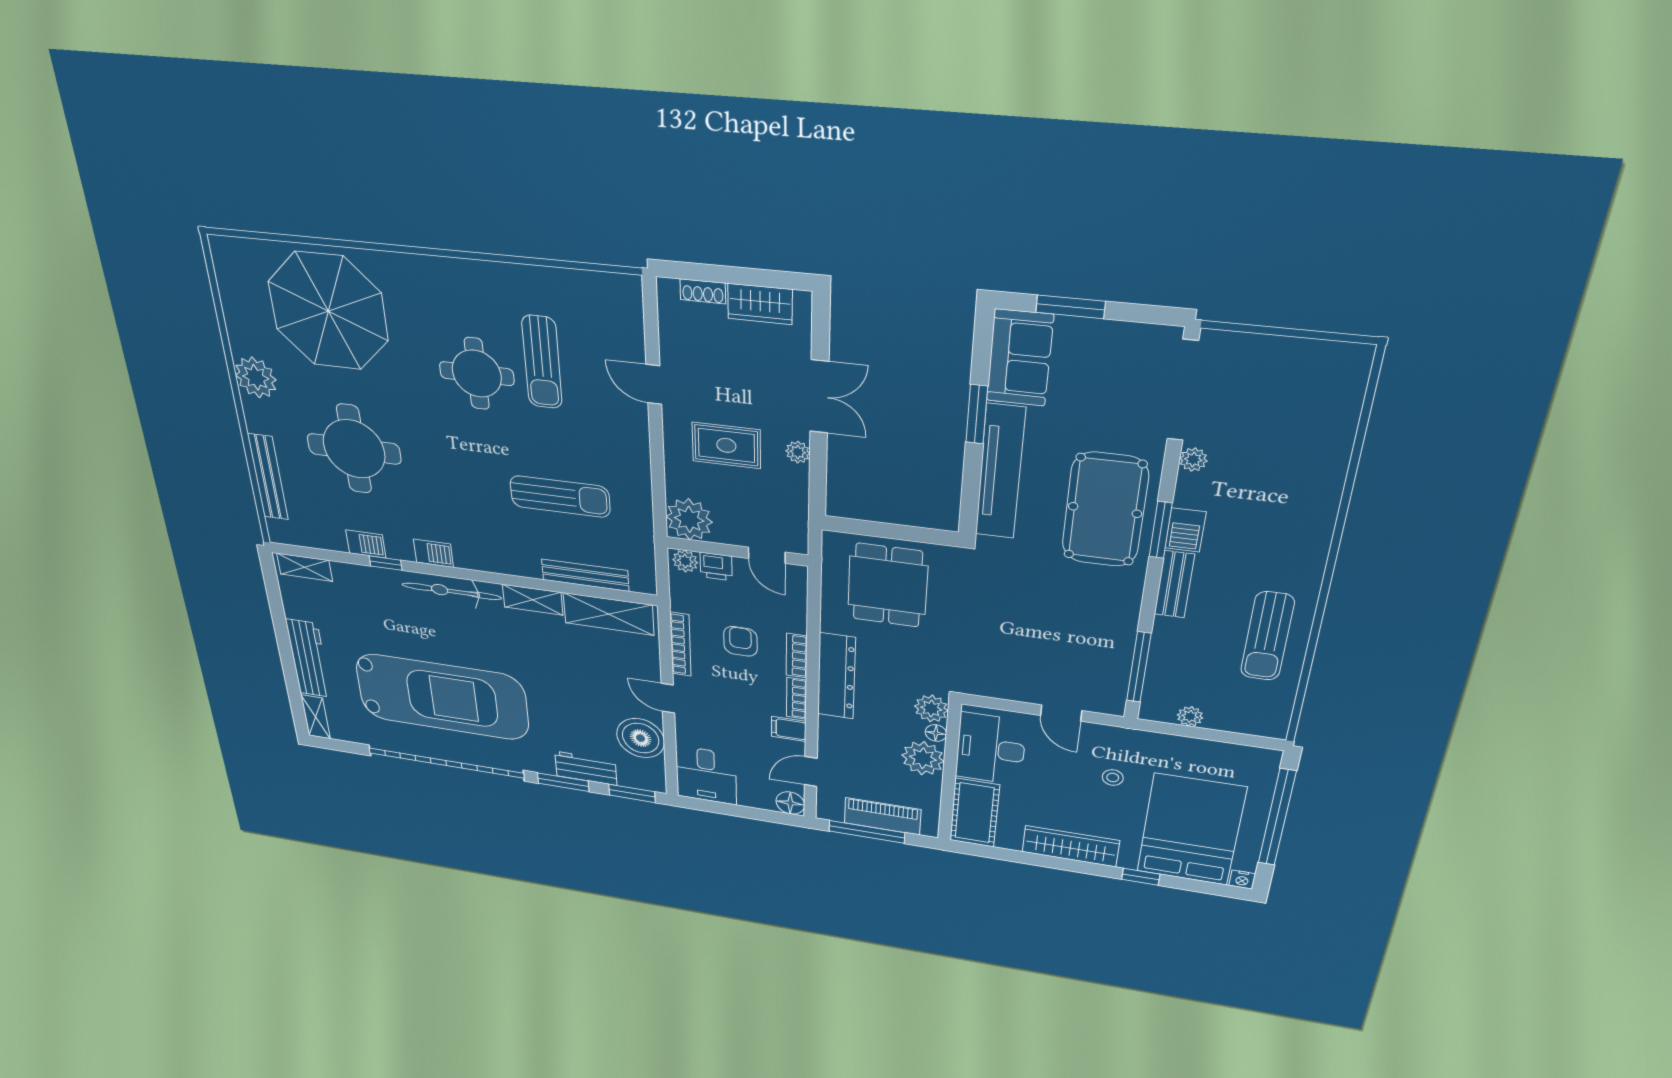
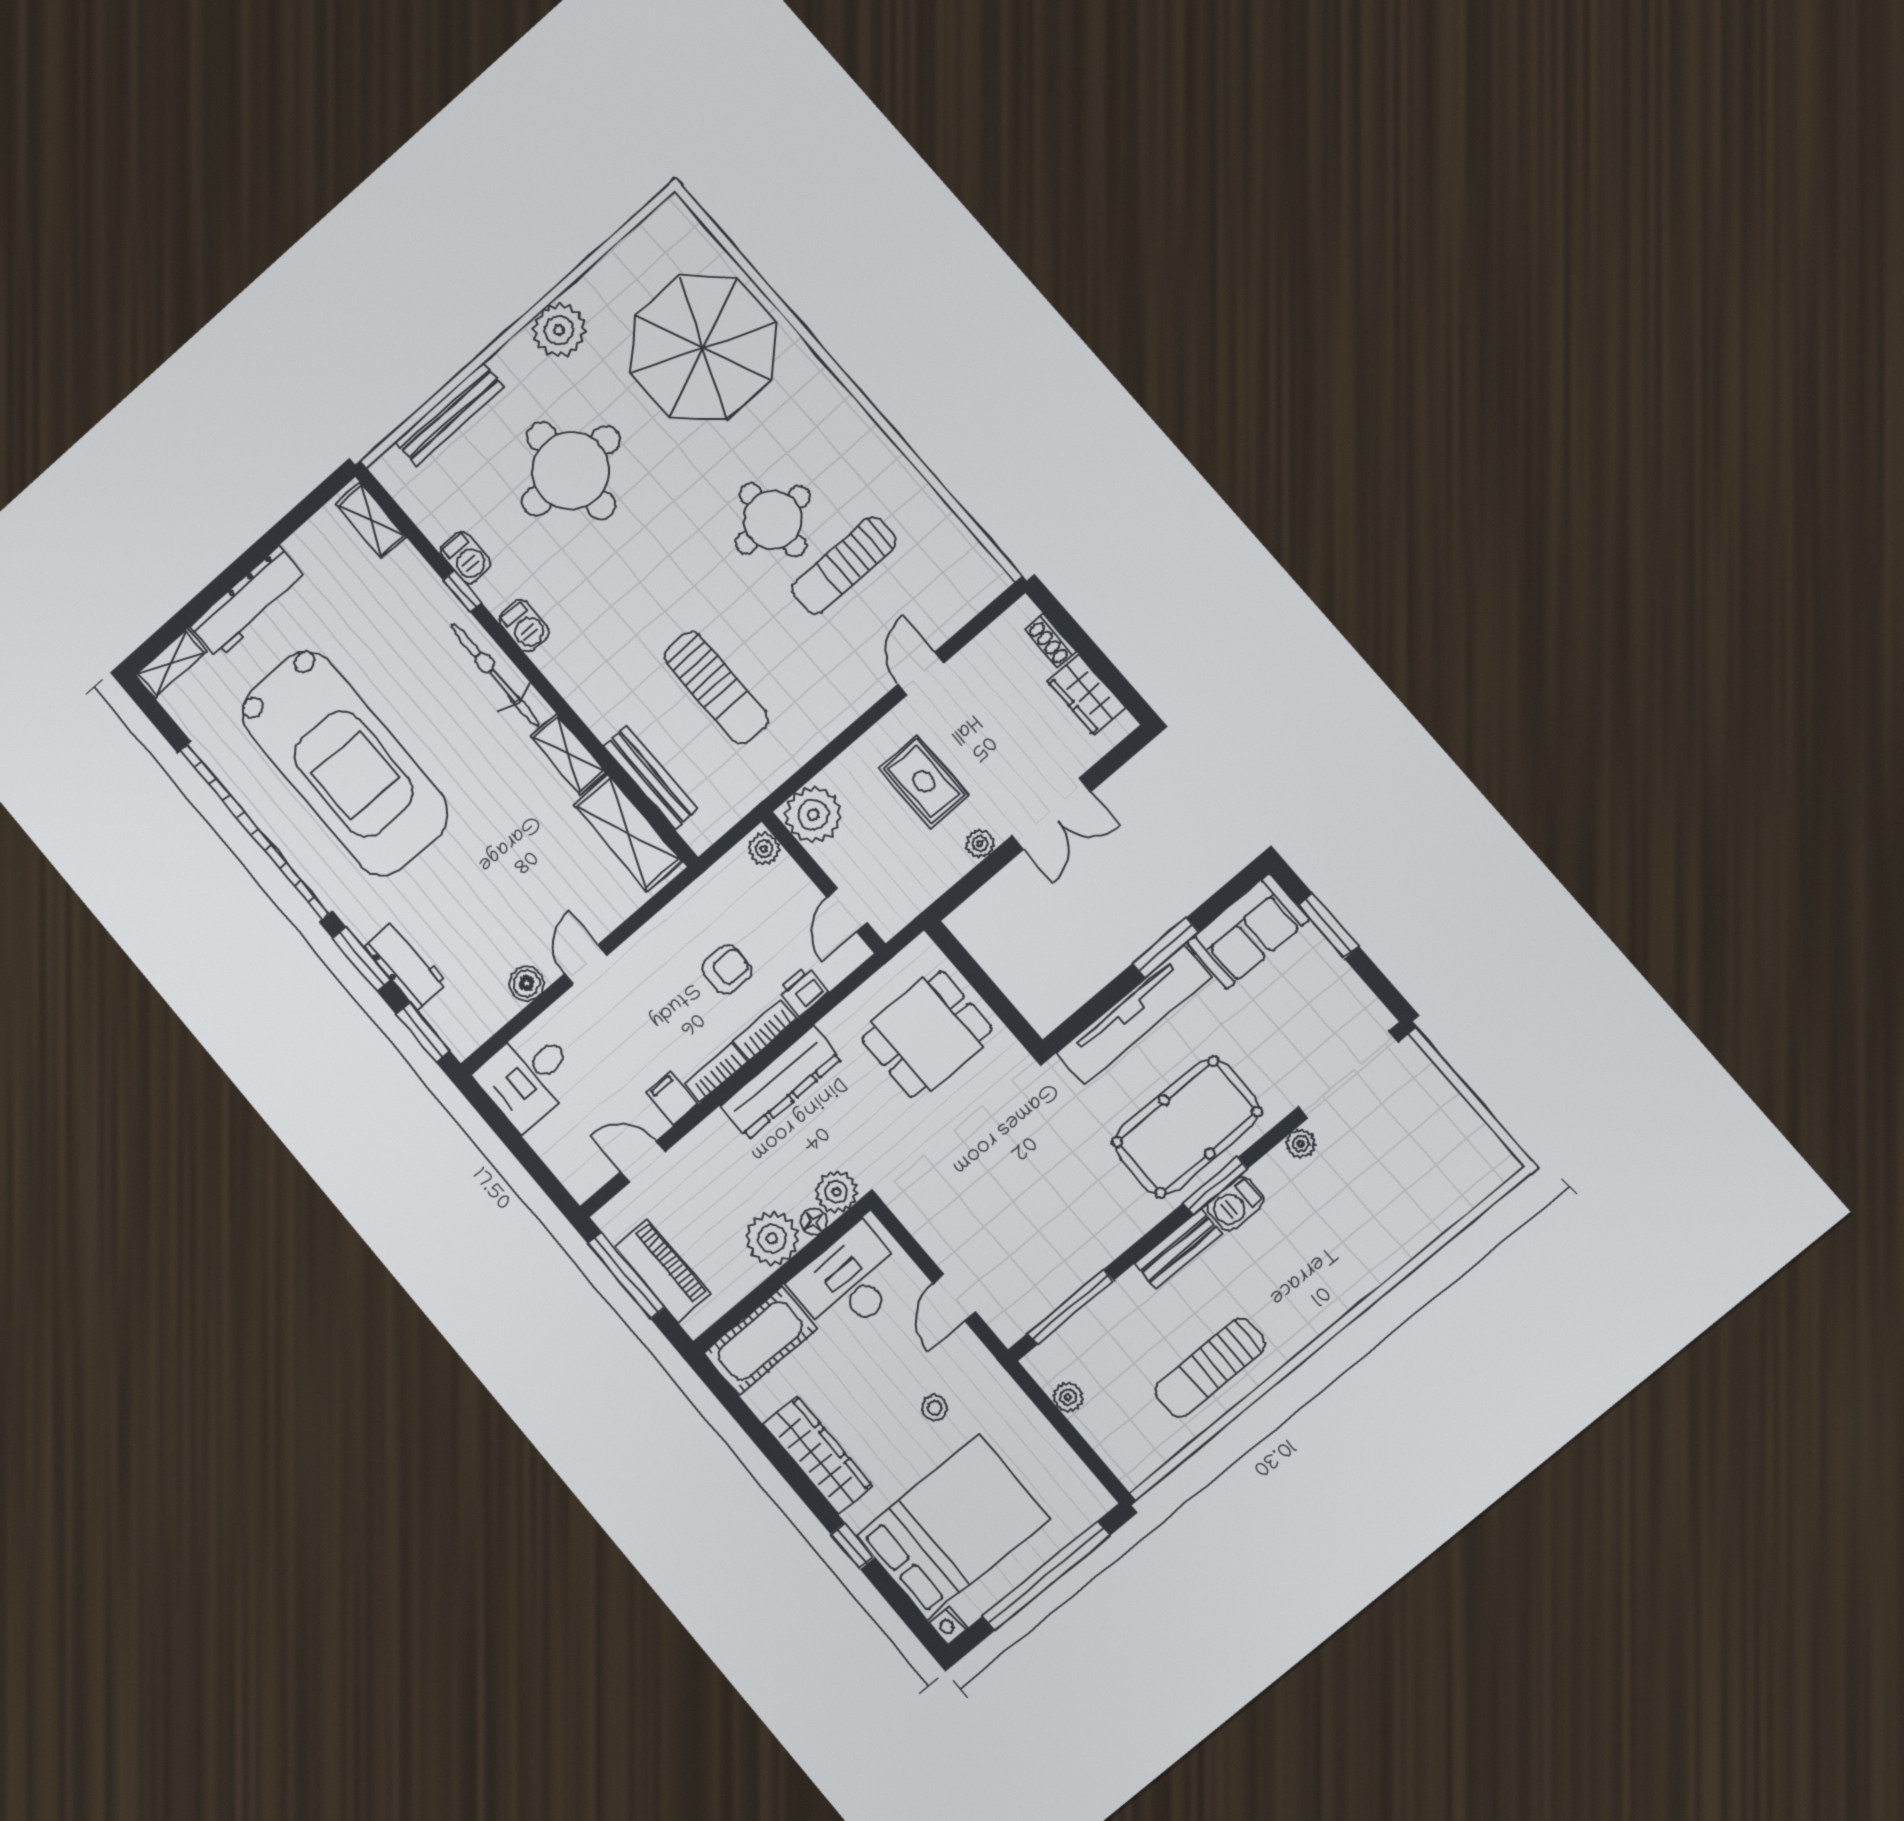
printer: (716, 566) -> (803, 991), moved, turned 90
bookcase: (681, 644) -> (664, 923), removed
boiler: (641, 738) -> (527, 983), width x0.54, depth x0.54
floor lamp: (790, 803) -> (582, 1179), removed

